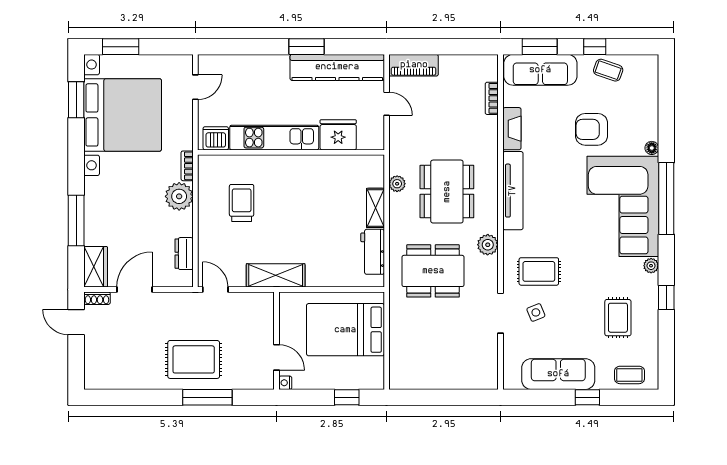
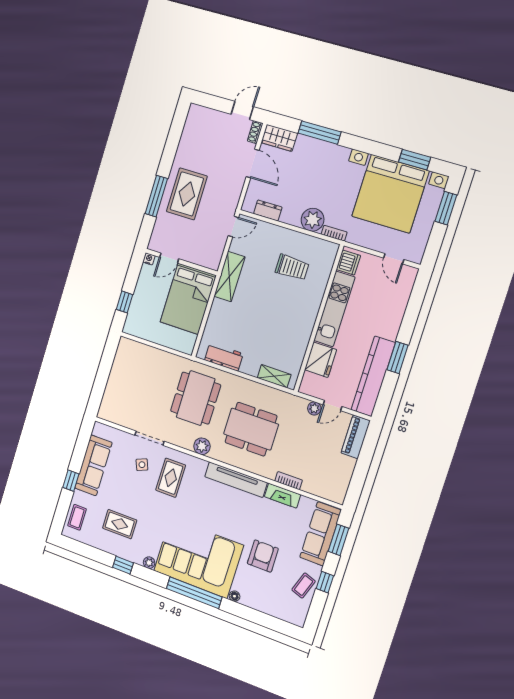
bookcase: (492, 98) -> (289, 481), moved
plant: (397, 184) -> (314, 408), moved
shelving: (375, 208) -> (274, 376), moved
bed: (345, 330) -> (188, 299), moved, turned 180

